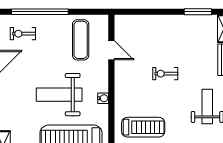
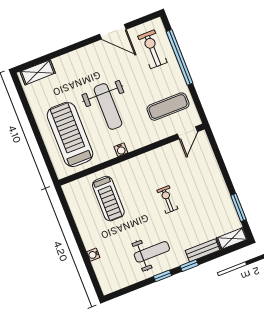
exercise bike: (23, 34) -> (152, 49), width x1.38, depth x1.39
door: (111, 50) -> (187, 133), moved
weight bench: (59, 95) -> (108, 106), turned 180

